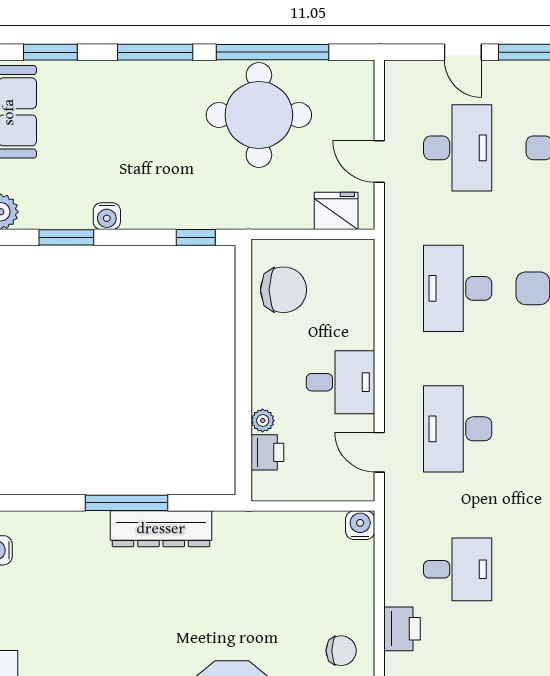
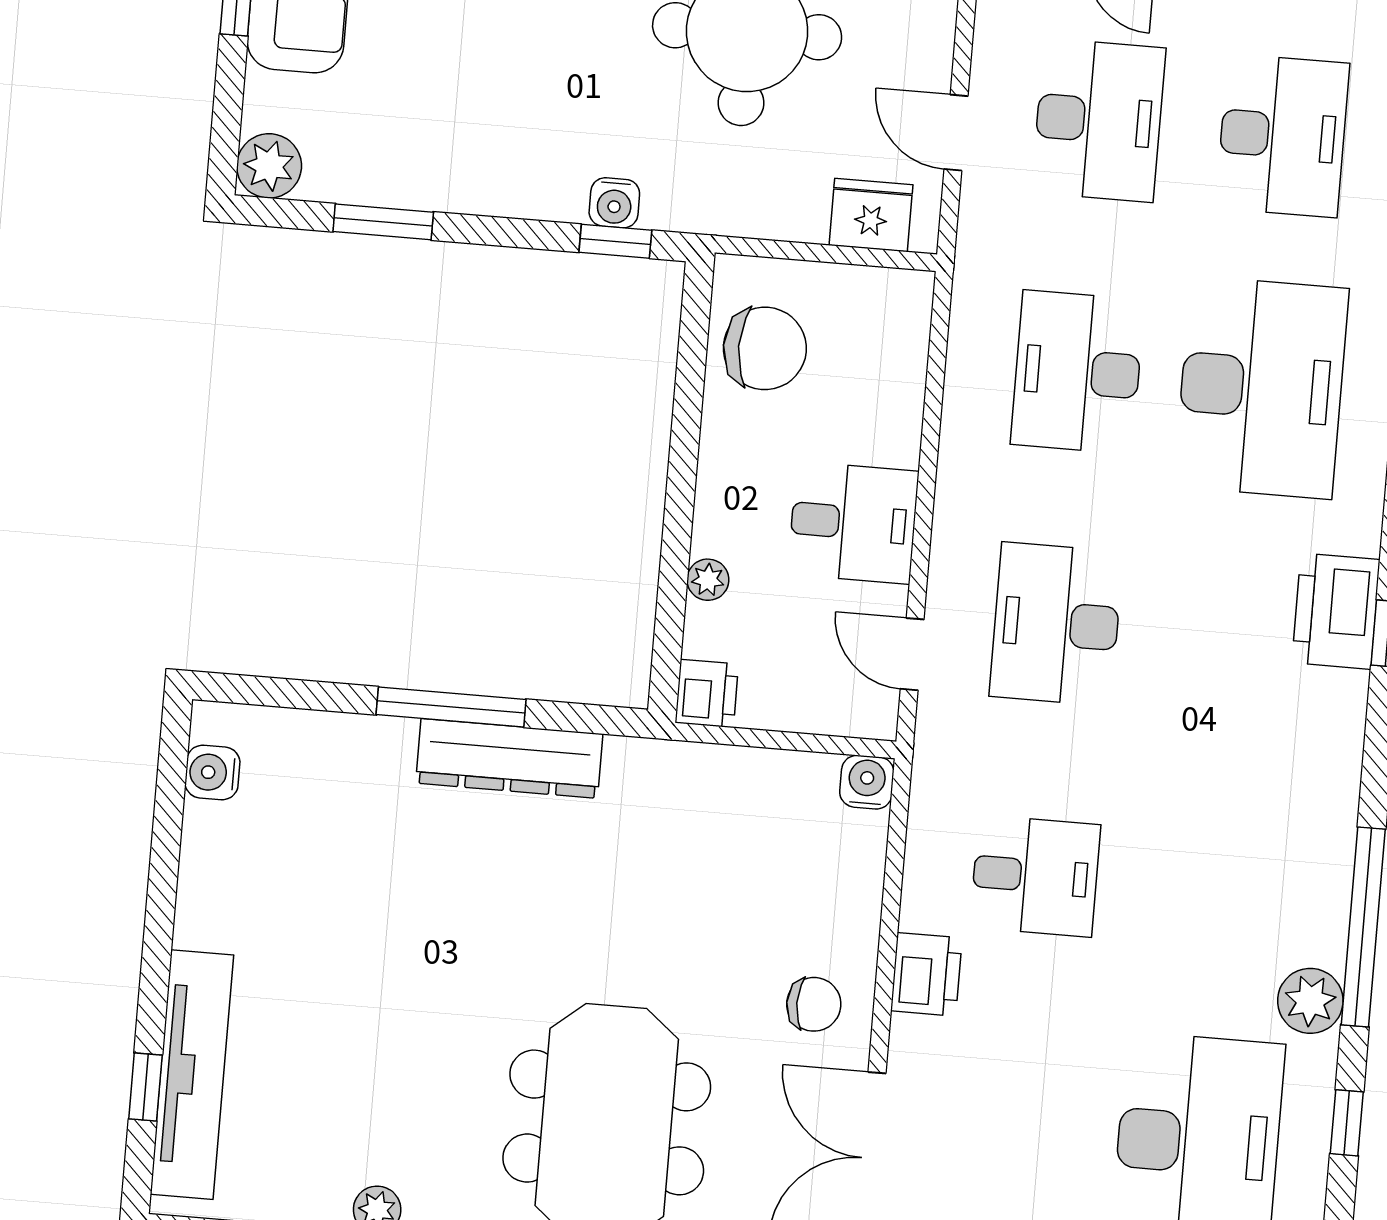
water cooler: (107, 216) -> (614, 203), moved
printer: (267, 452) -> (707, 693), moved

